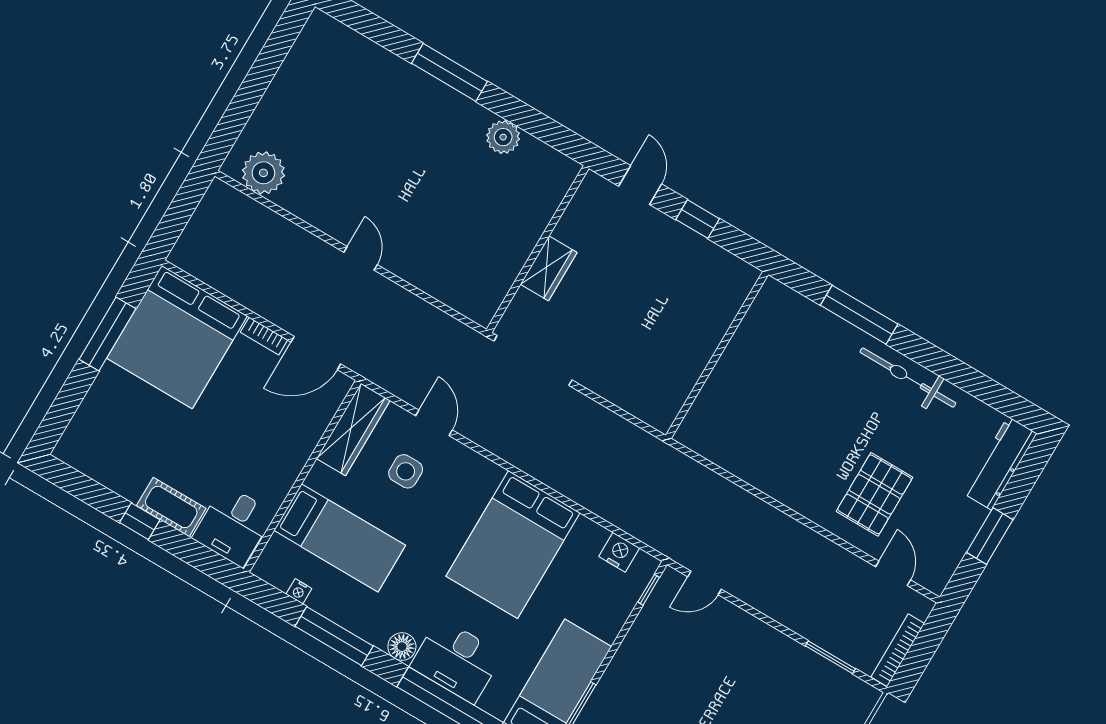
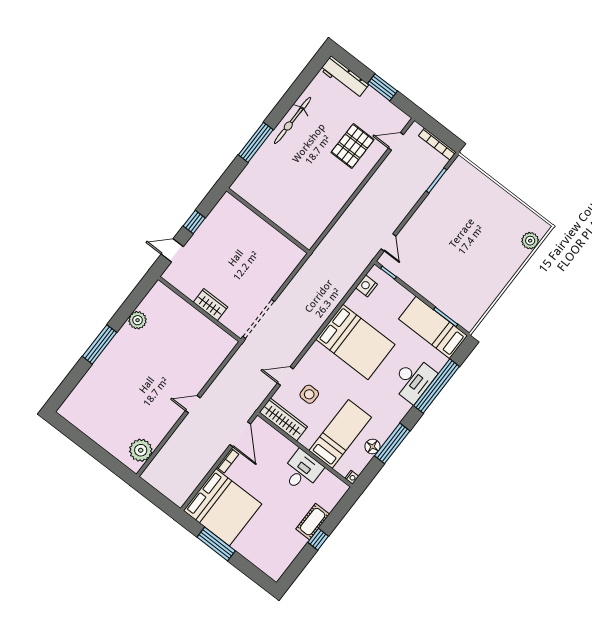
pallet: (875, 494) -> (353, 146), turned 90
desk: (233, 526) -> (302, 471), moved, turned -90
nightstand: (299, 591) -> (352, 477), moved
floor lamp: (402, 647) -> (372, 446), moved

